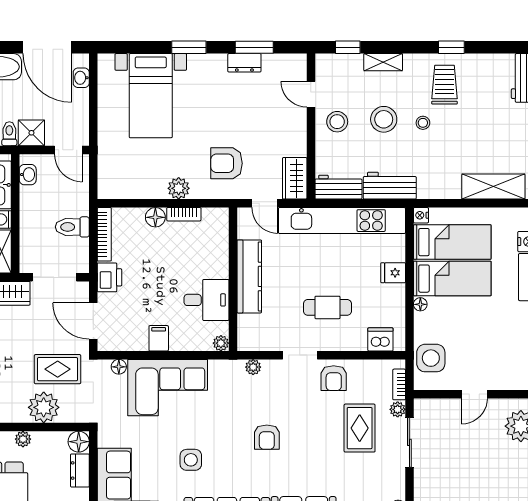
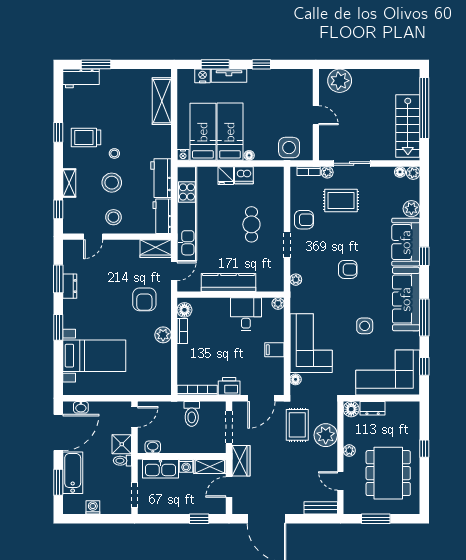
floor lamp: (155, 217) -> (184, 310), moved
dishwasher: (380, 339) -> (244, 175), moved, turned -90

